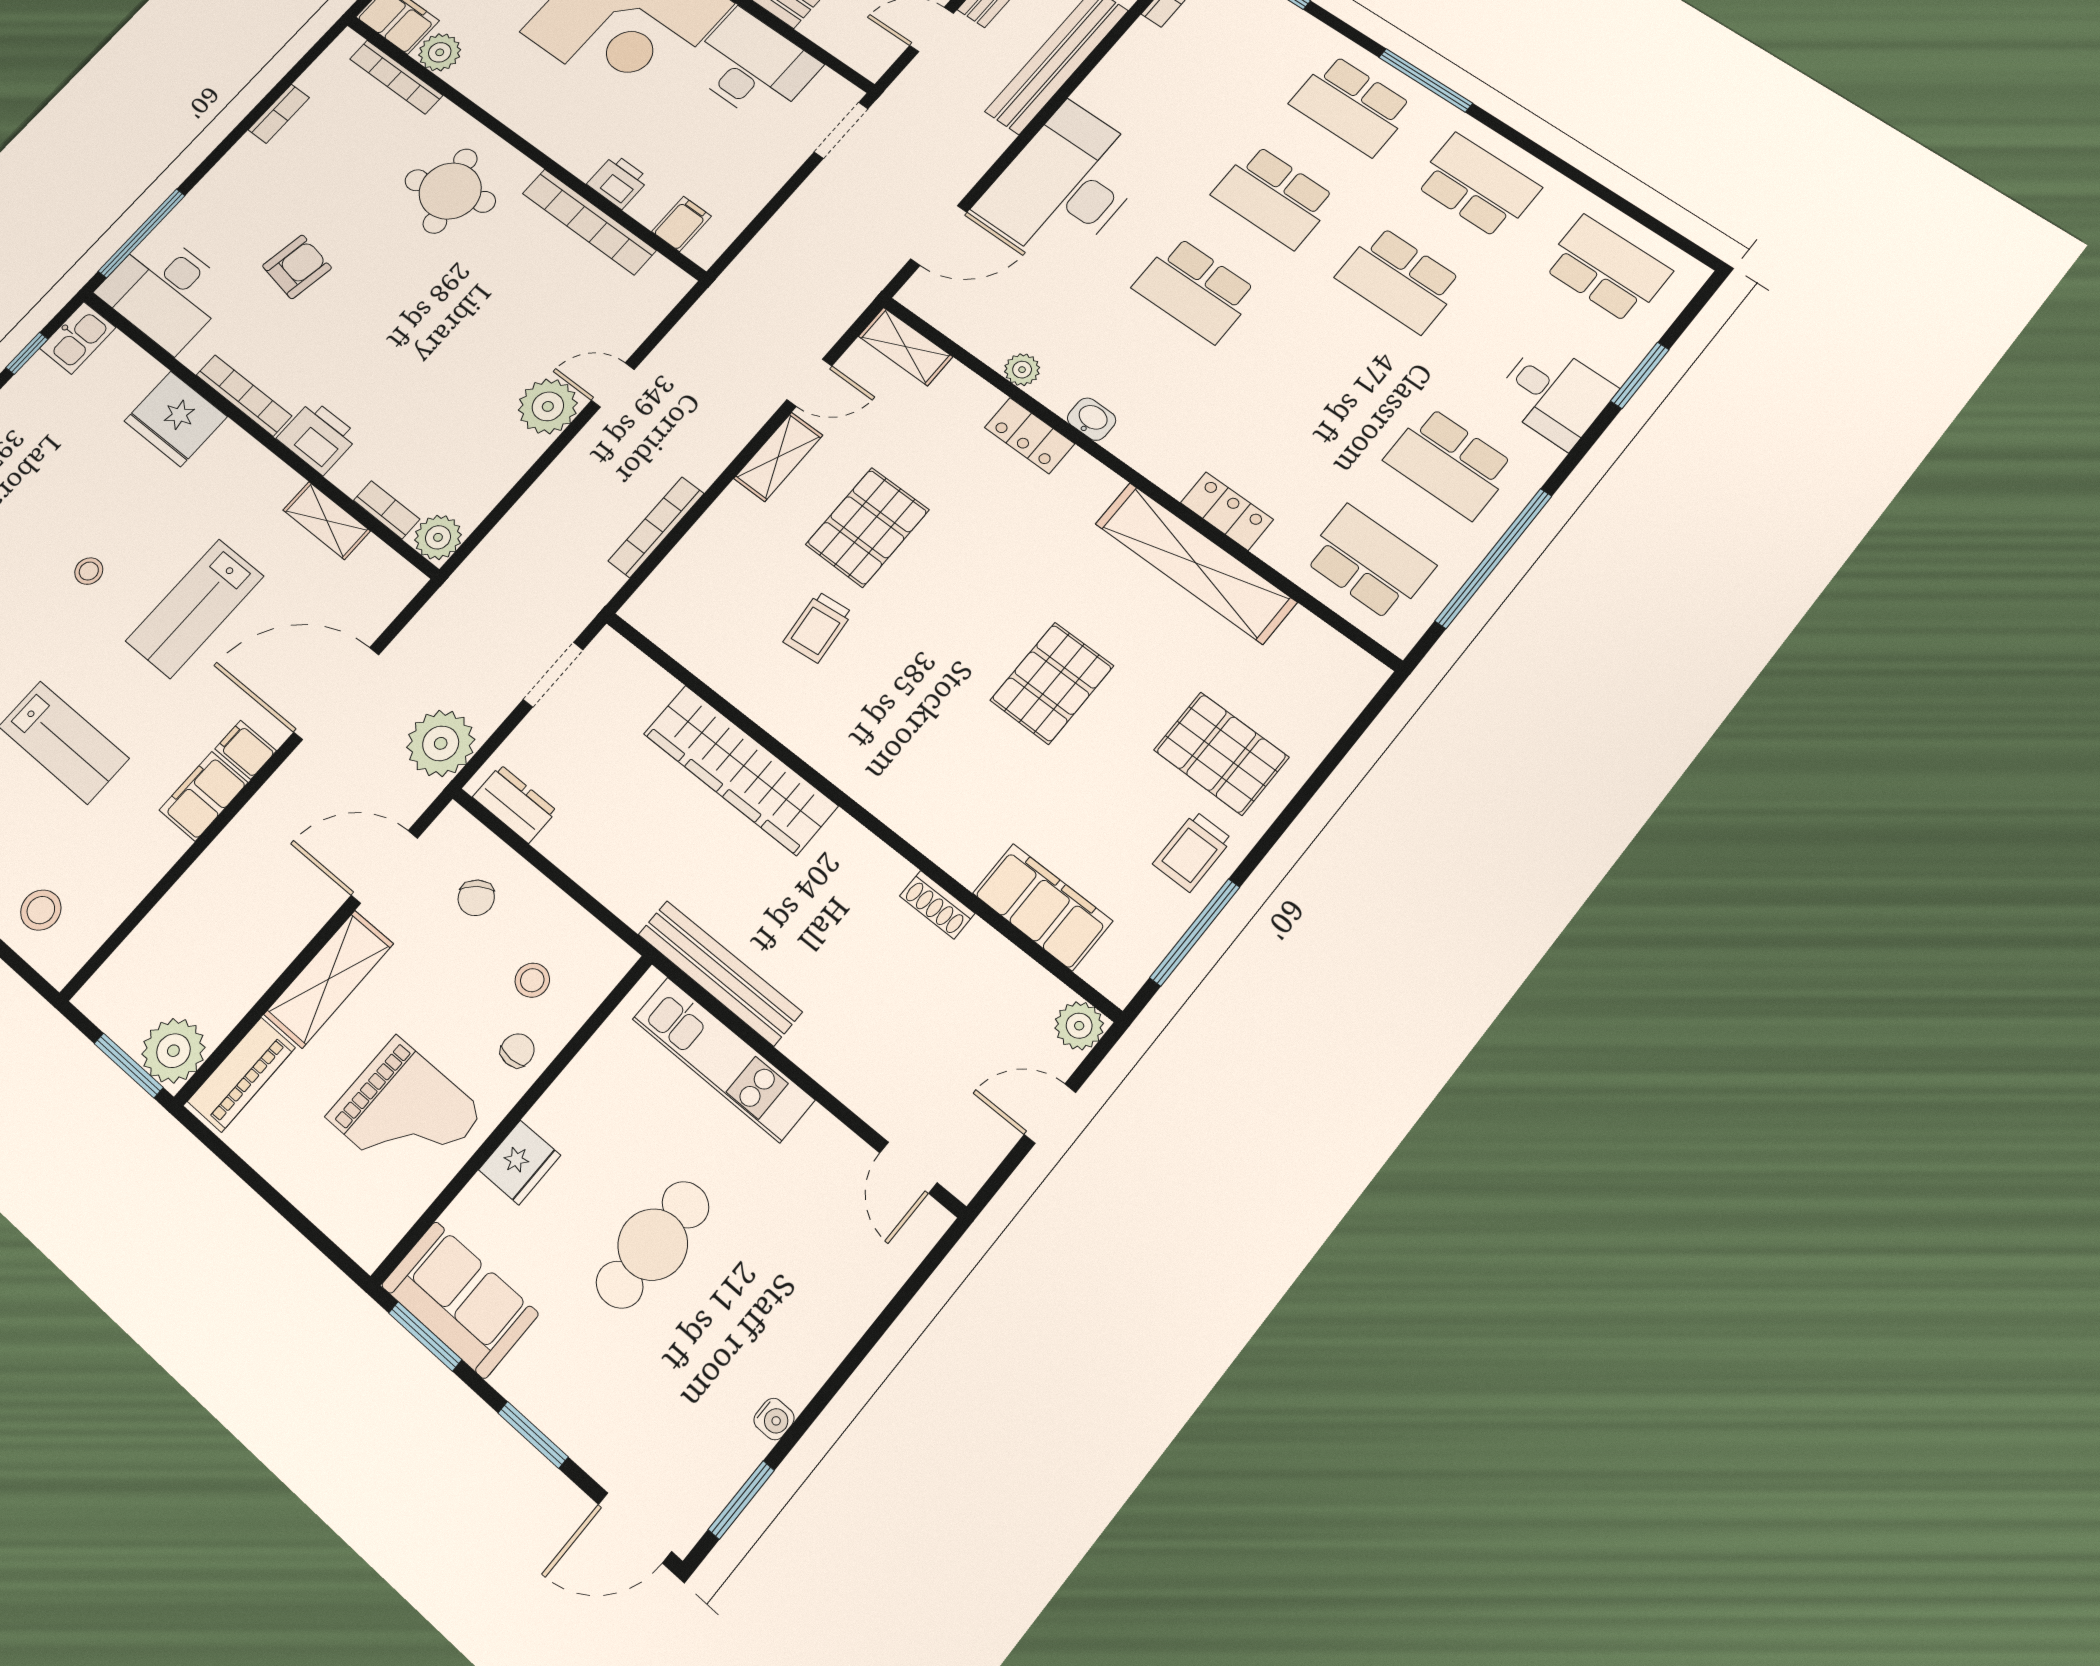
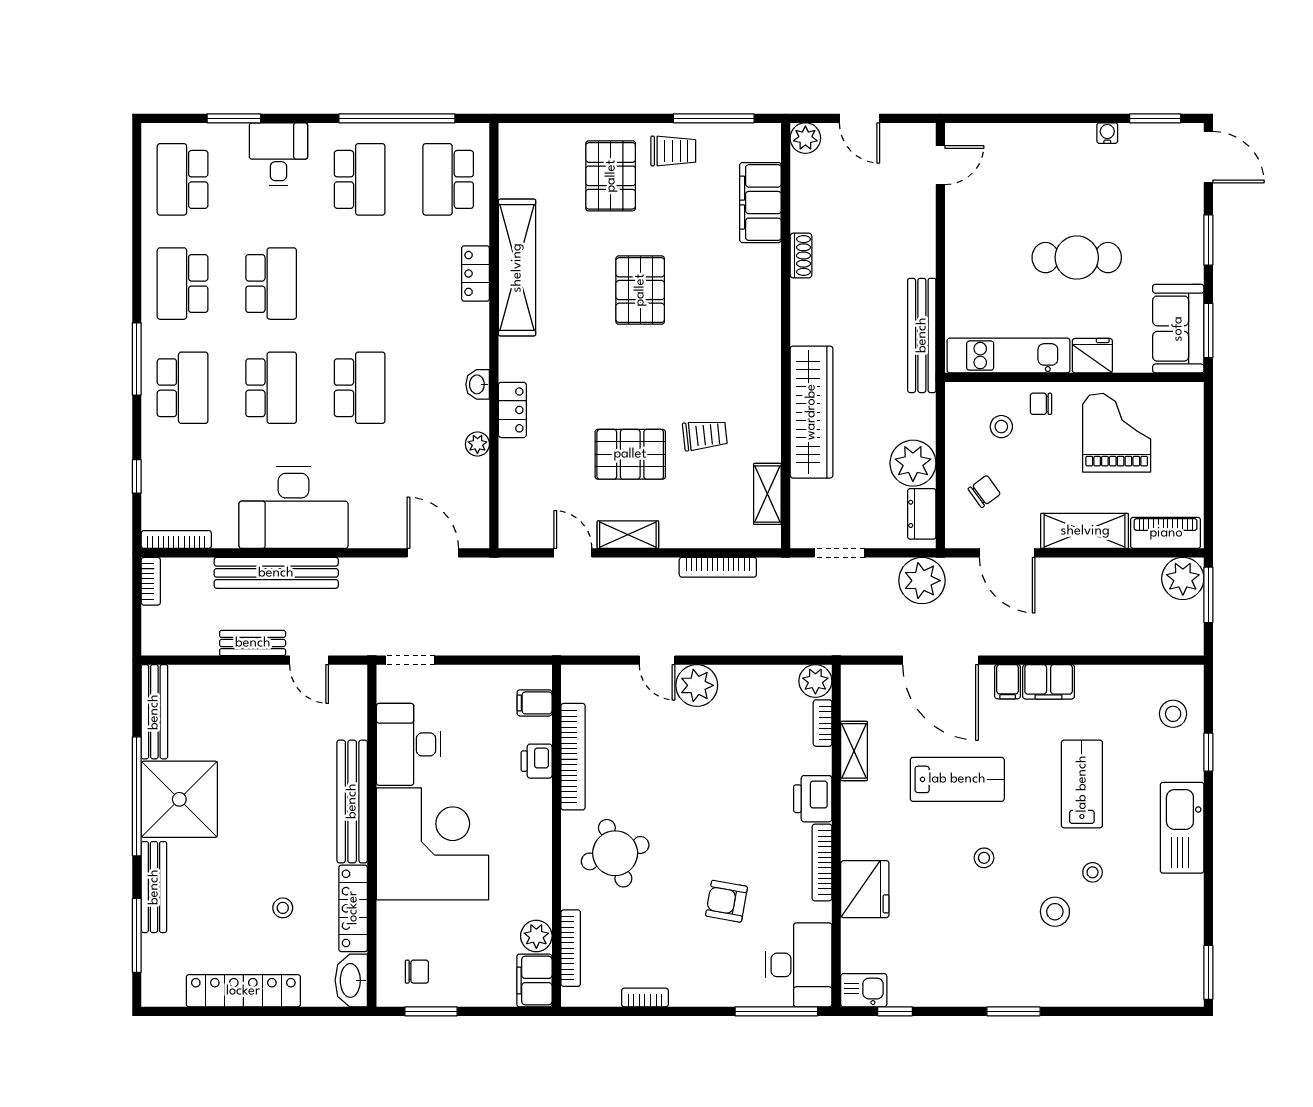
desk: (1065, 185) -> (294, 508), moved
shelving: (905, 346) -> (767, 494), moved
pallet: (1052, 683) -> (640, 290), turned 90
plant: (580, 841) -> (913, 463), added
kitchen unit: (723, 1059) -> (1008, 356), moved, turned -90

